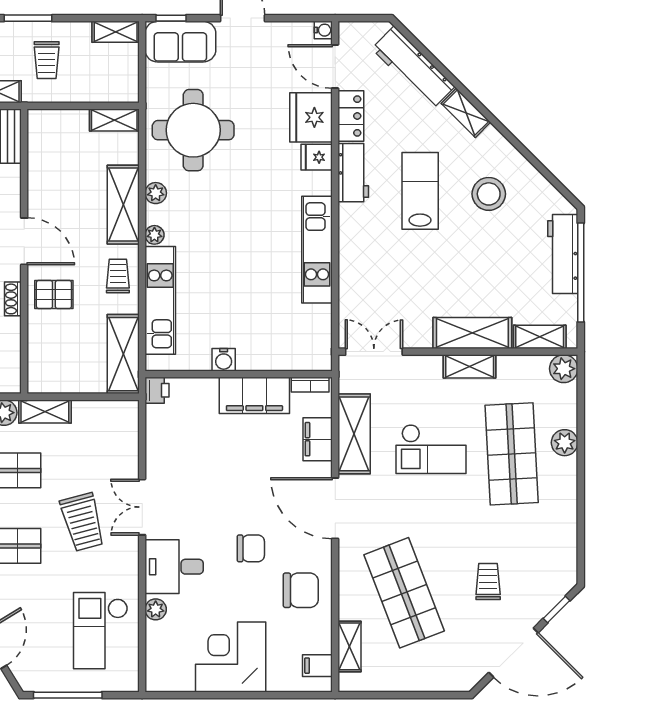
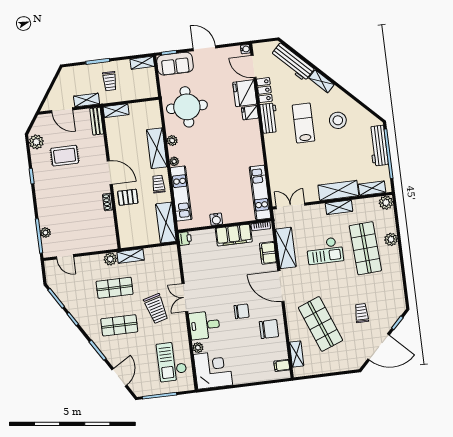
shelving: (114, 120) -> (116, 111), moved
kitchen unit: (317, 250) -> (260, 192), moved
corner desk: (231, 657) -> (213, 370), moved, turned 90

